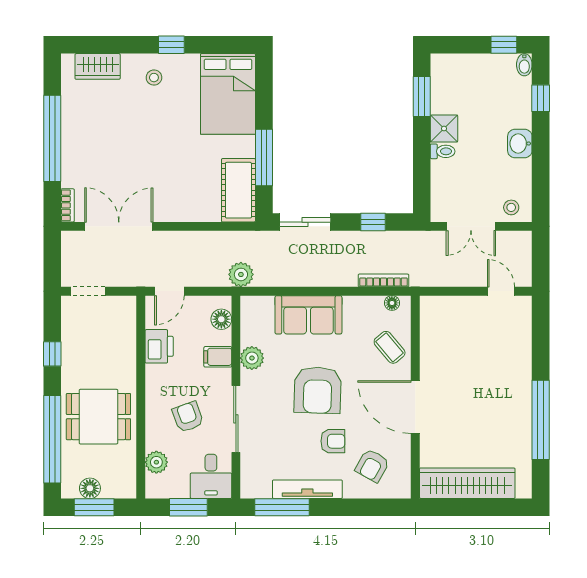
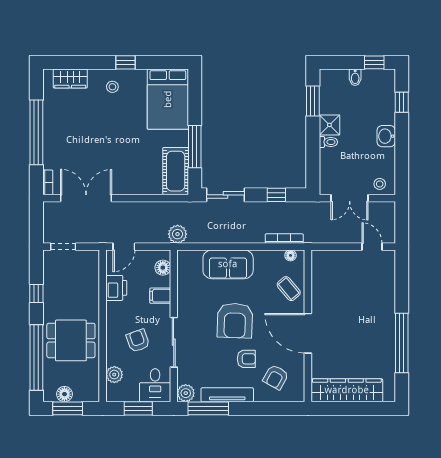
bidet: (524, 65) -> (355, 77), moved
plant: (252, 358) -> (186, 393), moved

